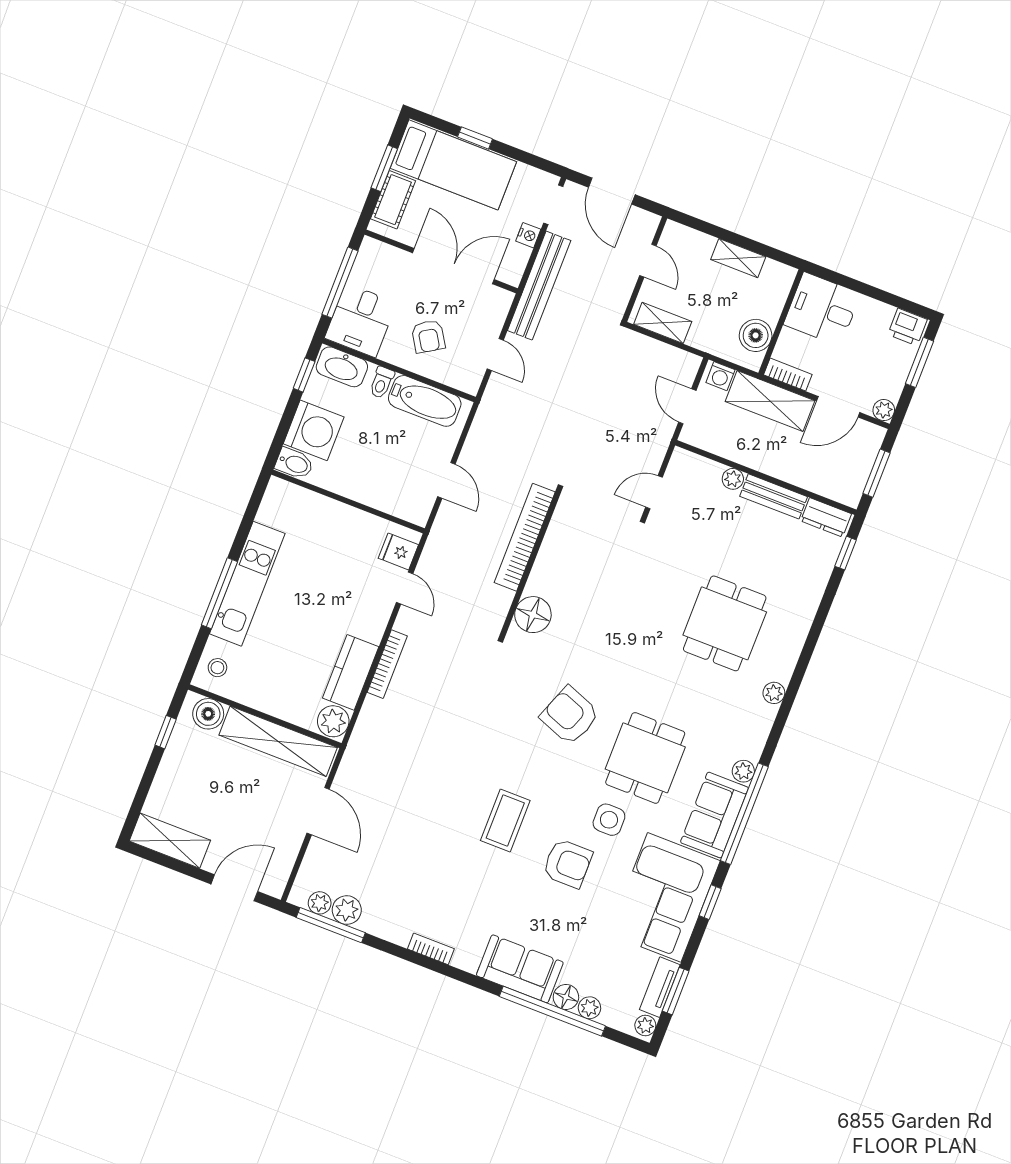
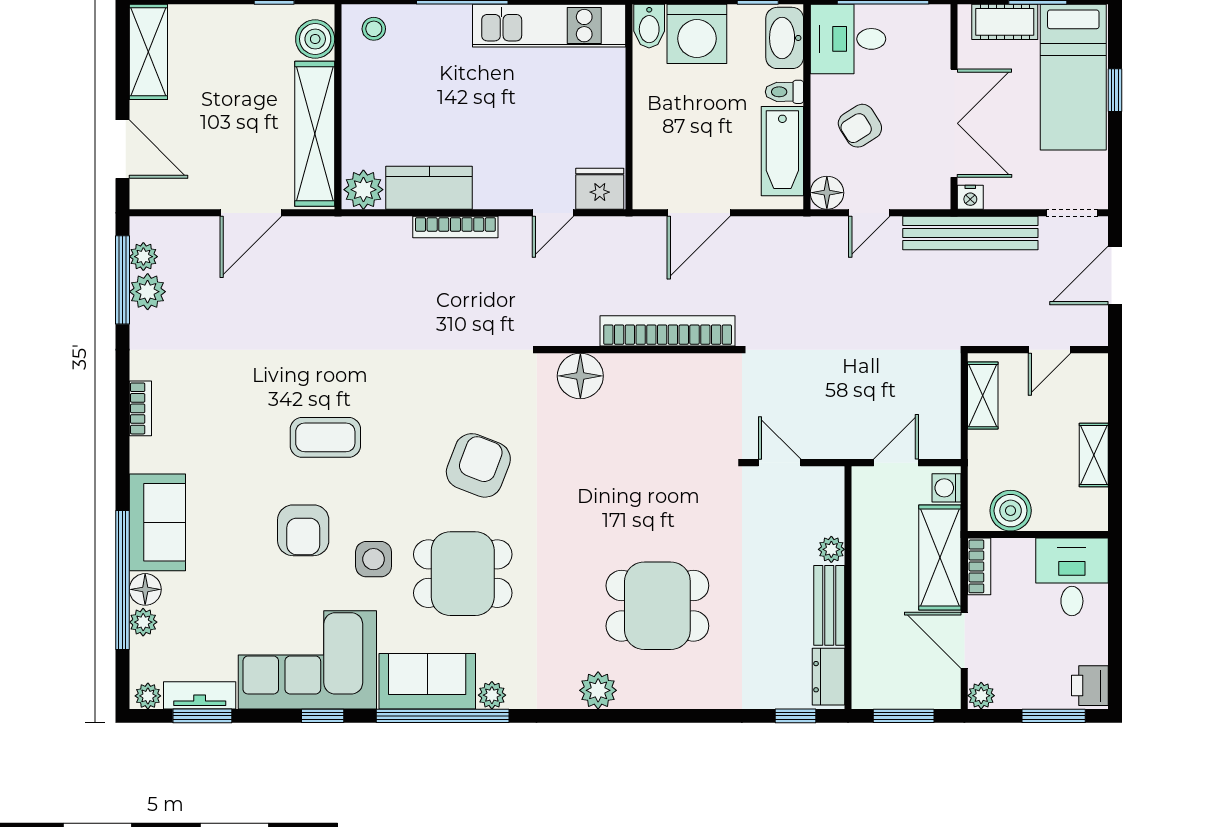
nightstand: (528, 235) -> (970, 197), moved
floor lamp: (468, 380) -> (827, 193), added
door: (446, 480) -> (699, 213), width x1.38
fridge: (398, 551) -> (600, 189), width x1.38
kitchen unit: (247, 584) -> (549, 26), moved
plant: (774, 693) -> (598, 690), width x1.38, depth x1.38

